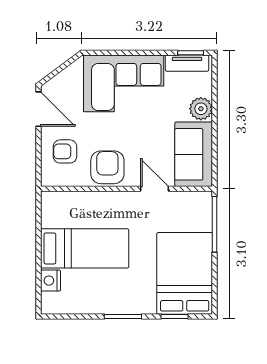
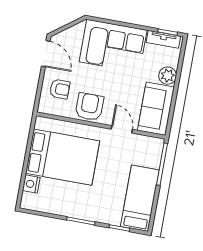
armchair: (65, 151) -> (60, 89), turned 180
bed: (85, 248) -> (63, 157), width x1.50
bed: (185, 273) -> (140, 198), width x0.67

